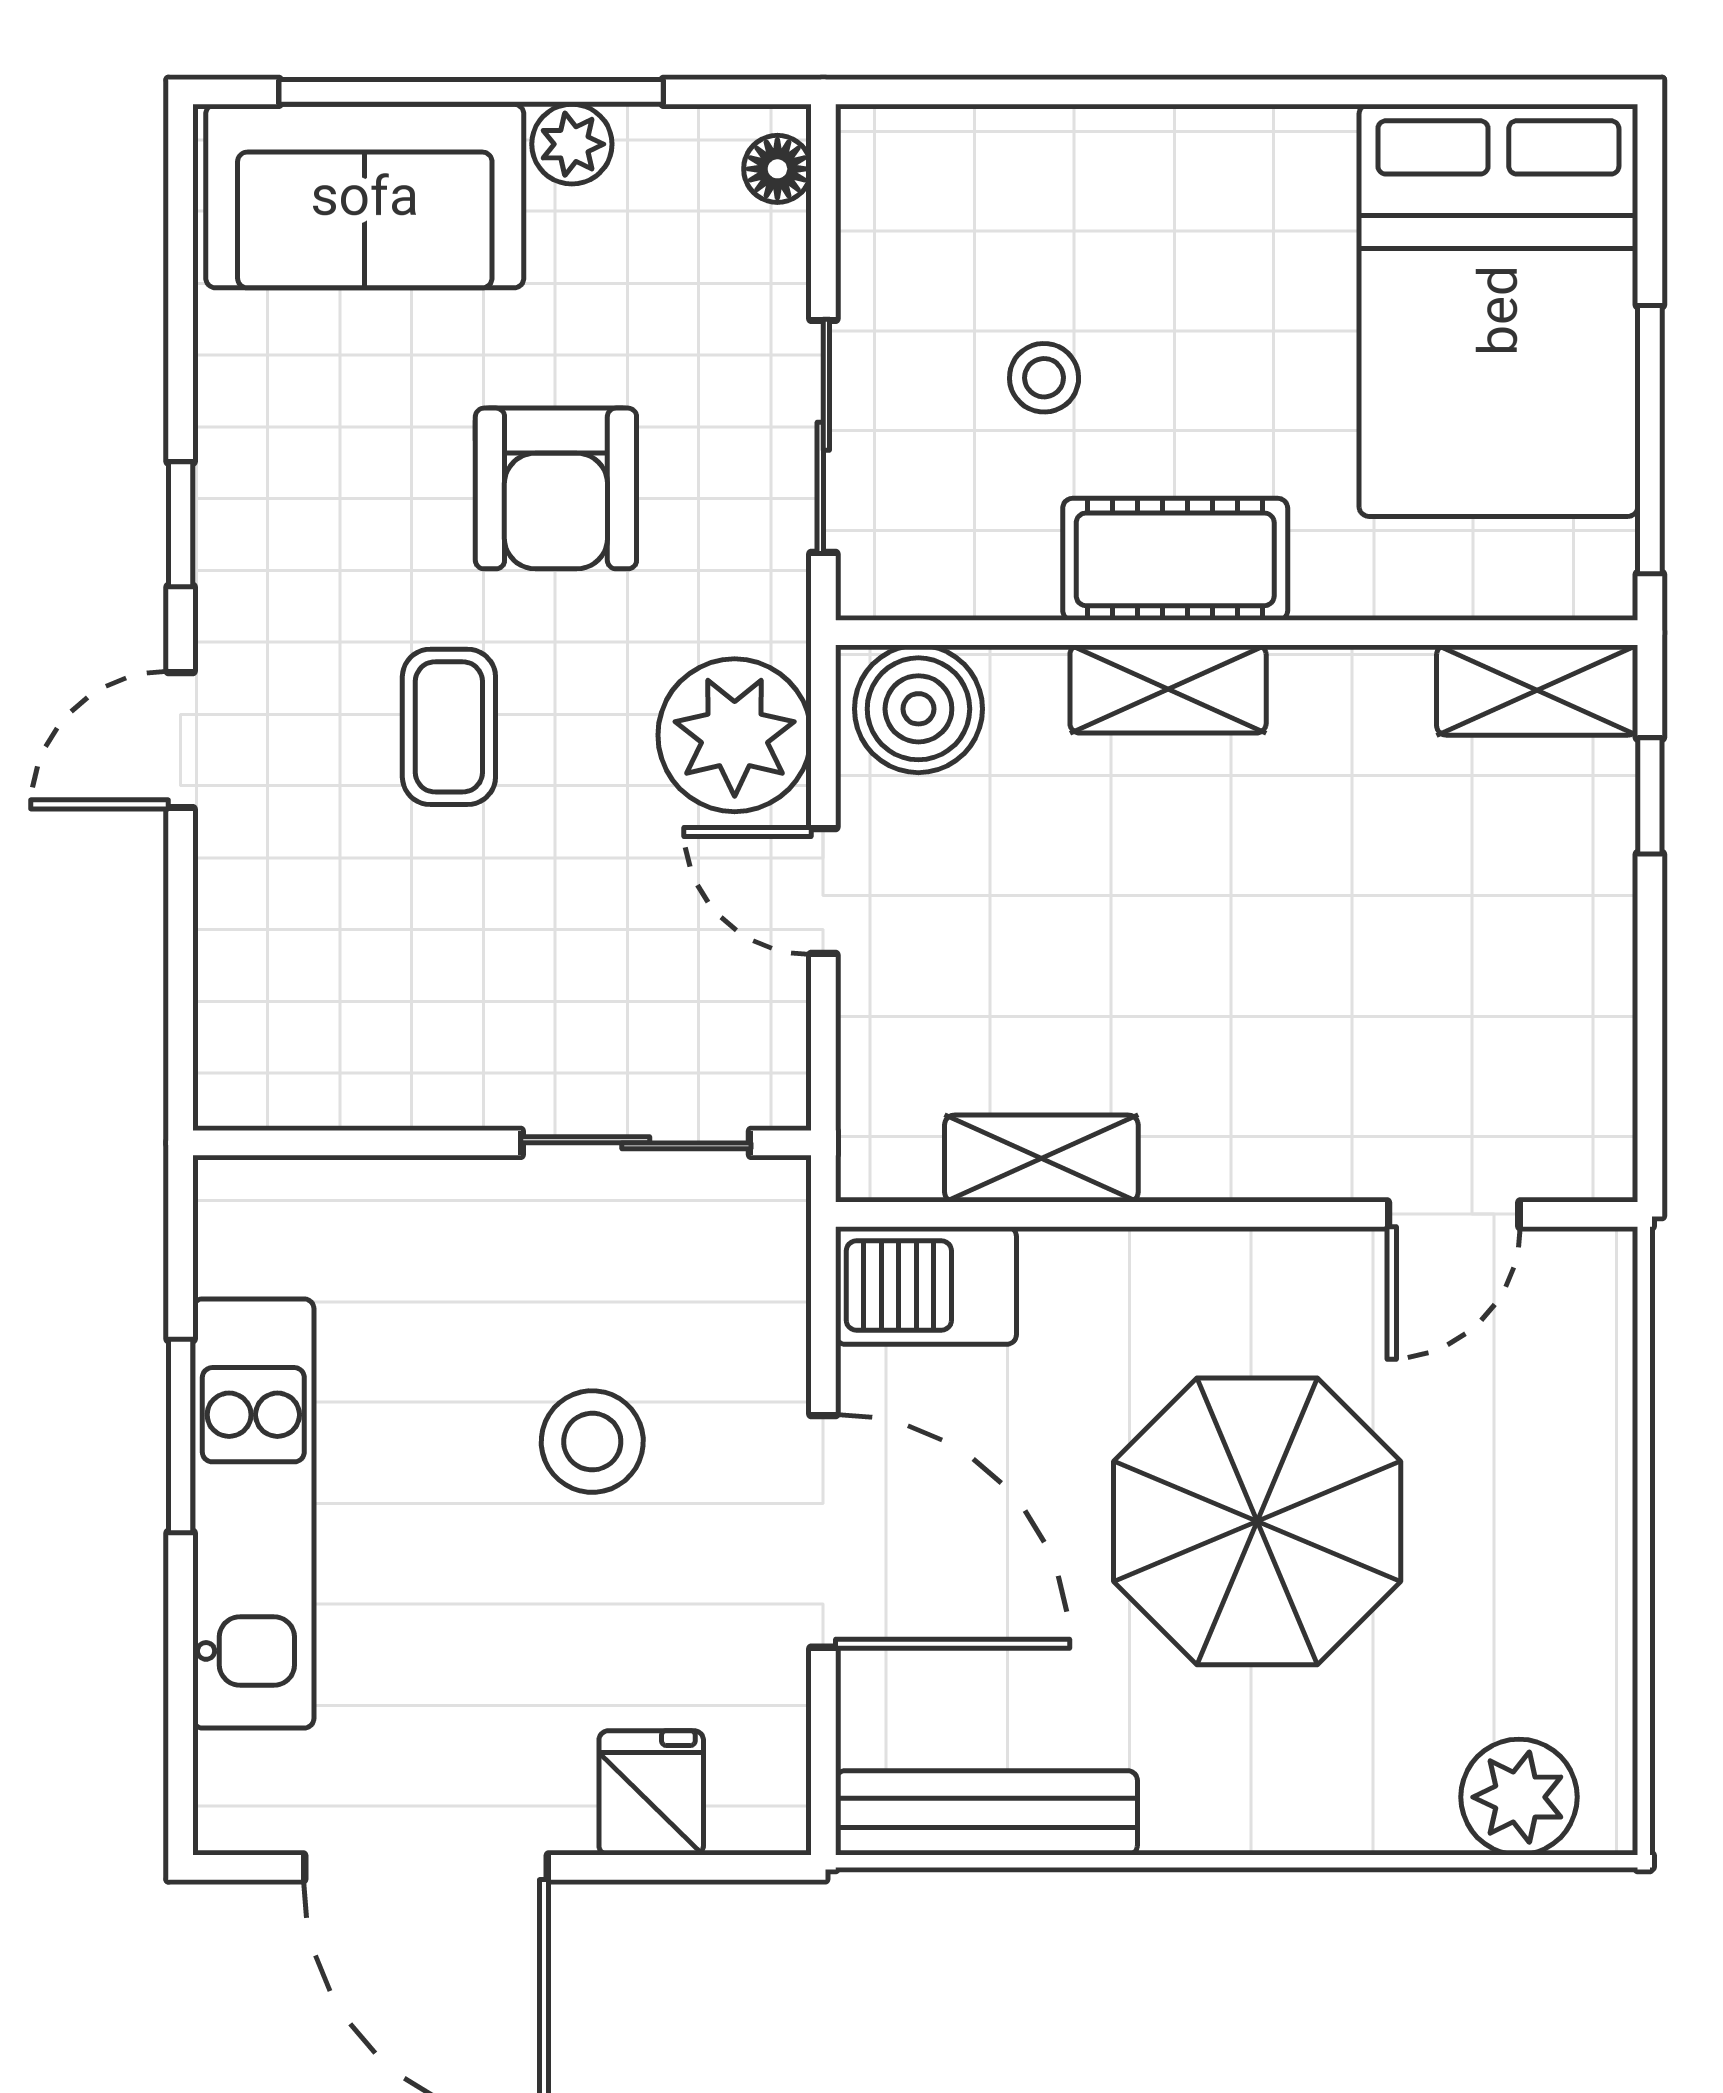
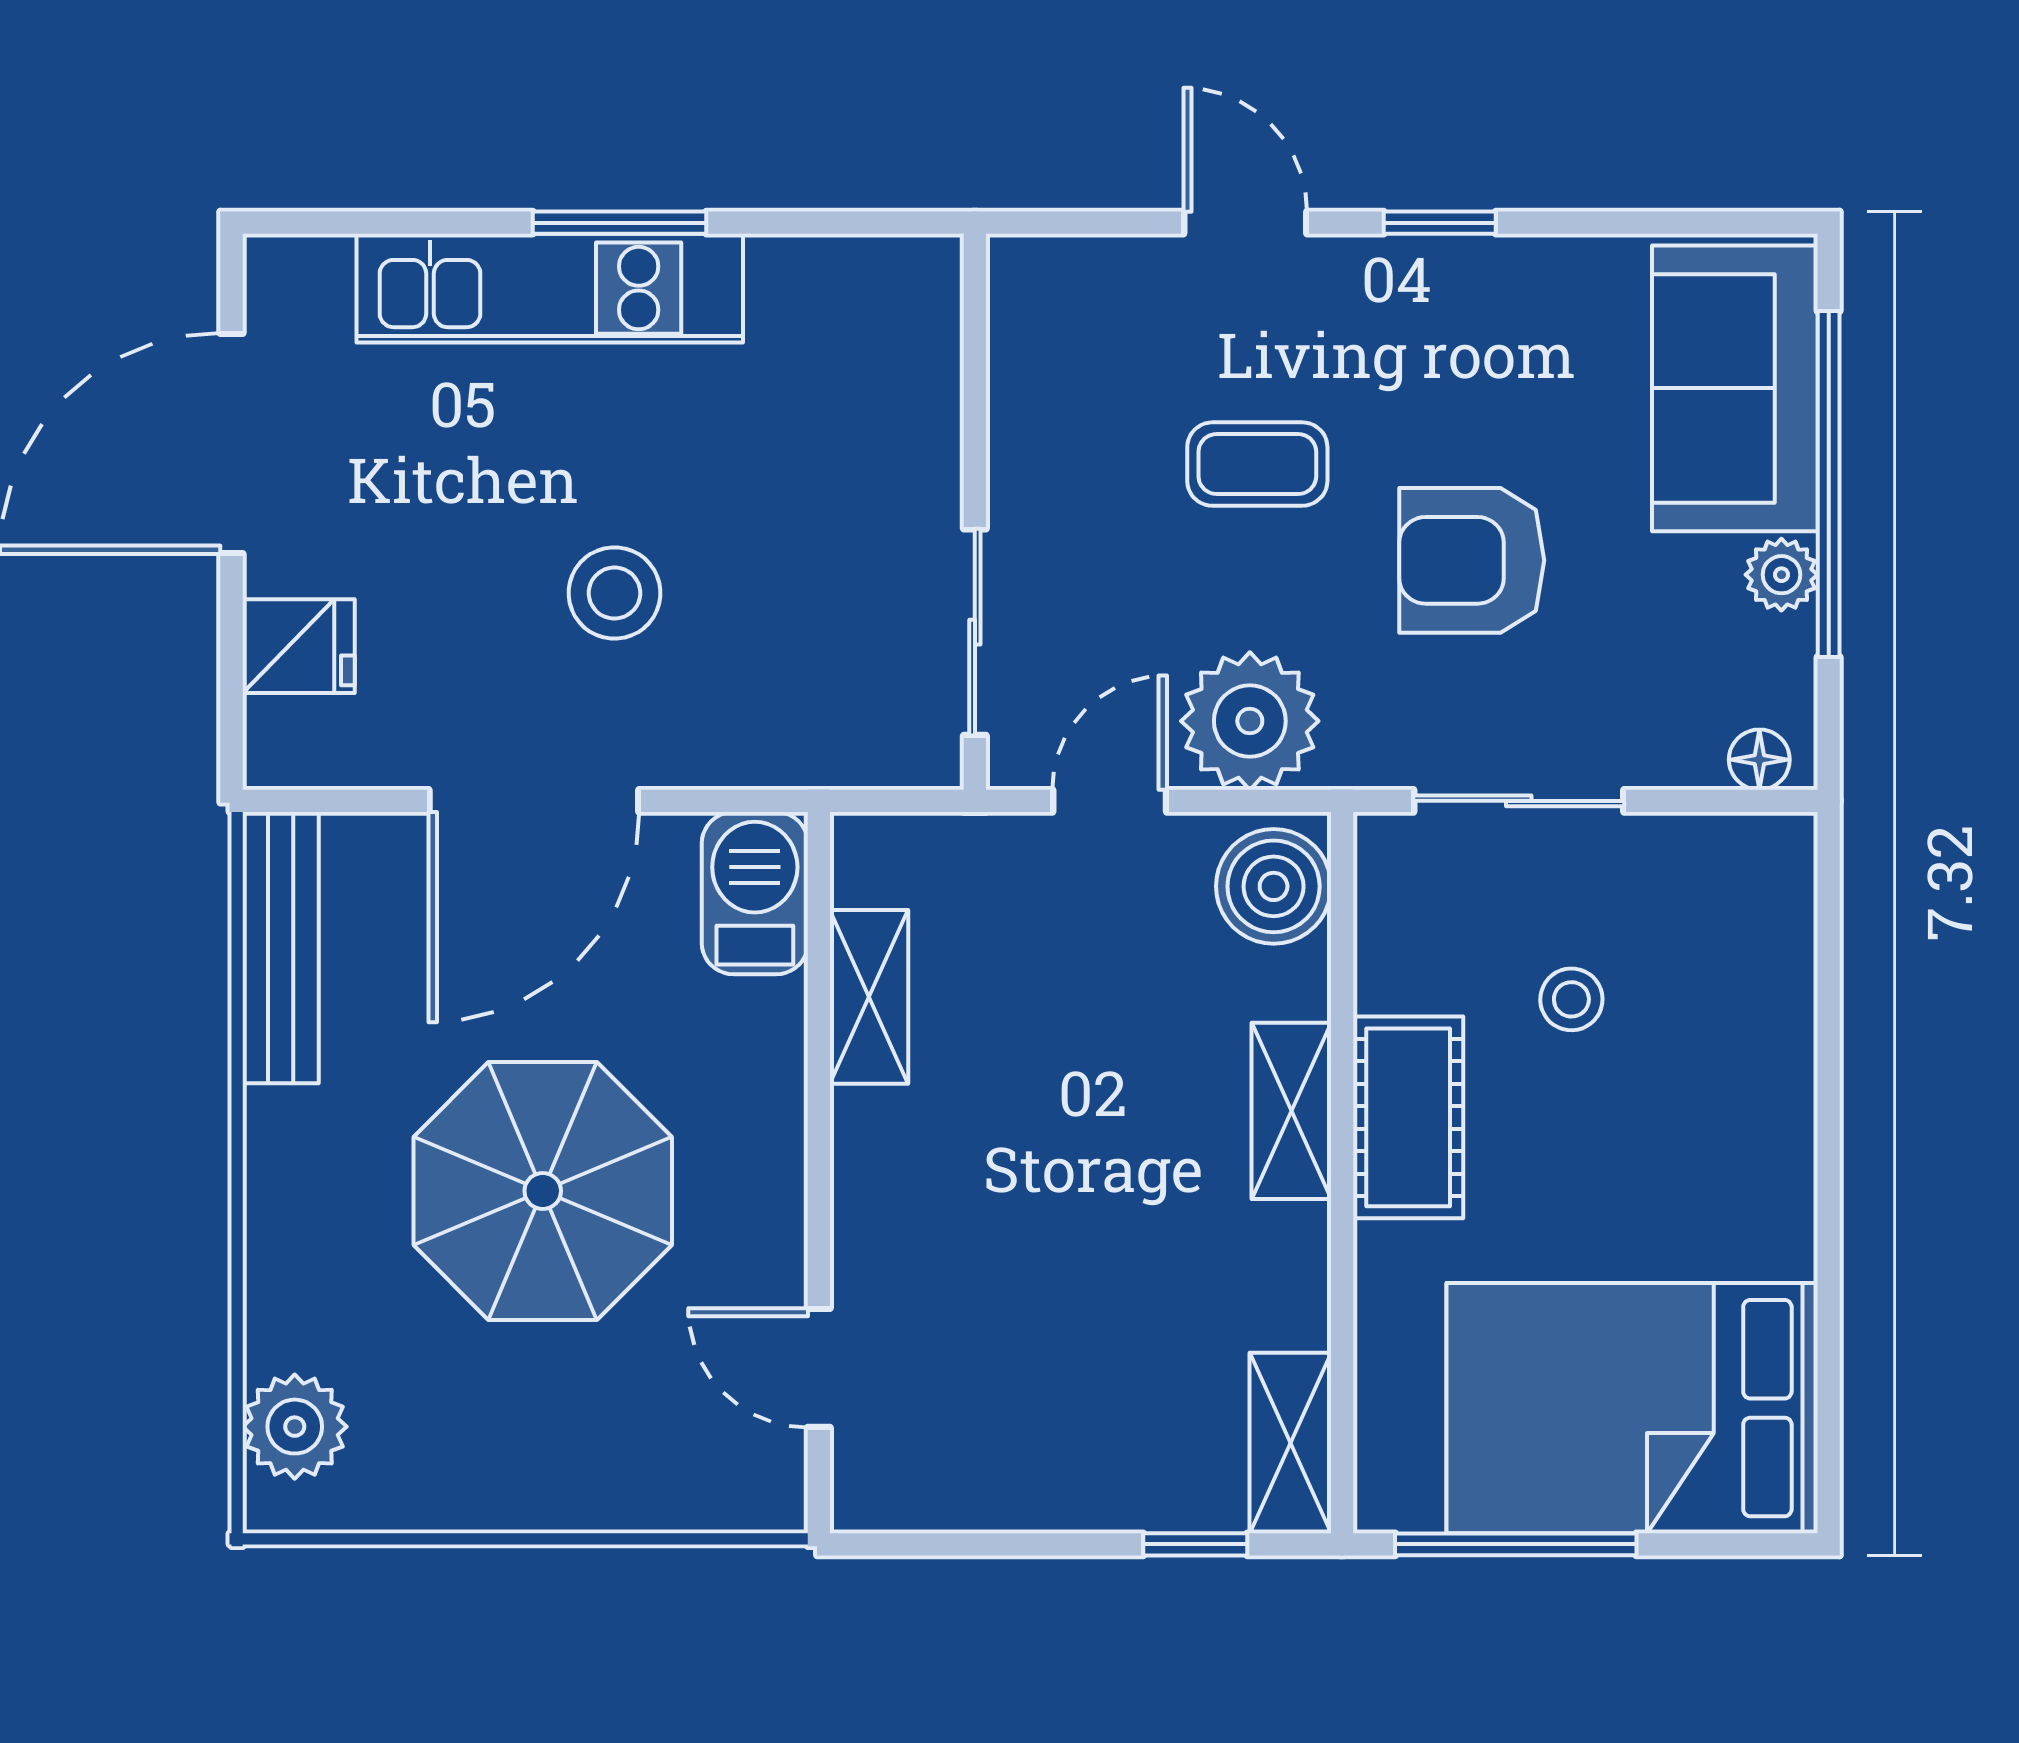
wall: (502, 1143) -> (975, 512), moved
sliding door: (636, 1143) -> (975, 632), moved

